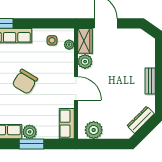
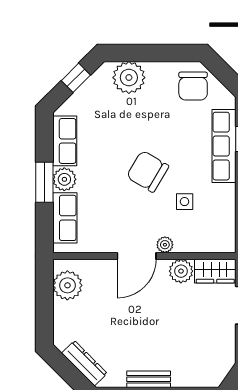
side table: (52, 40) -> (185, 202), moved
plant: (69, 45) -> (165, 245), moved
row of seats: (67, 124) -> (65, 218), moved, turned 90

